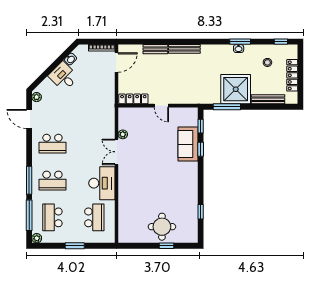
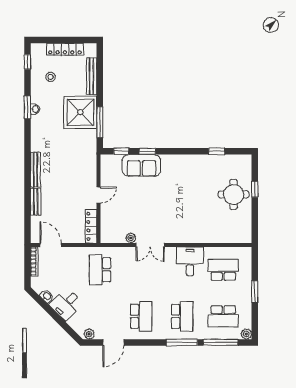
school desk: (94, 107) -> (100, 270), added
desk: (102, 183) -> (190, 261), width x0.73

